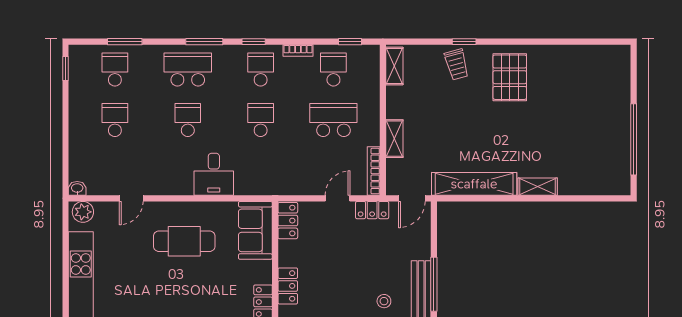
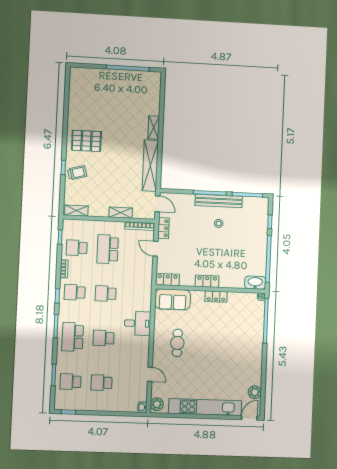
cafe table: (184, 241) -> (177, 343), width x0.73, depth x0.74

